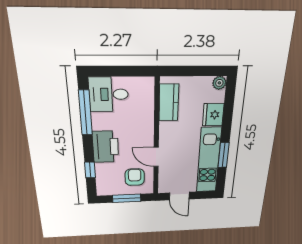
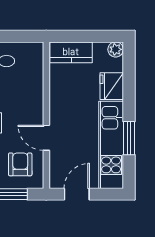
kitchen counter: (169, 103) -> (71, 52), moved, turned 90
door: (179, 196) -> (77, 194), swing flipped

